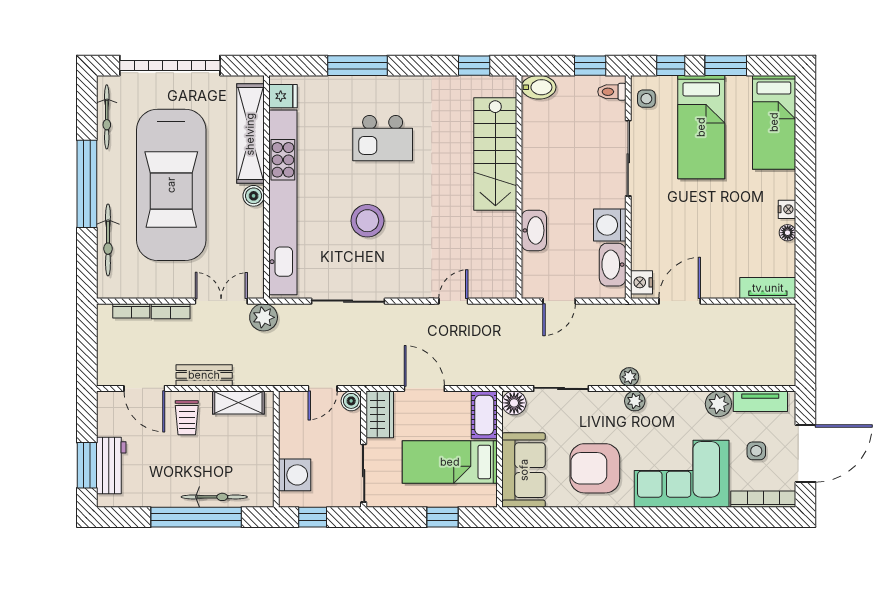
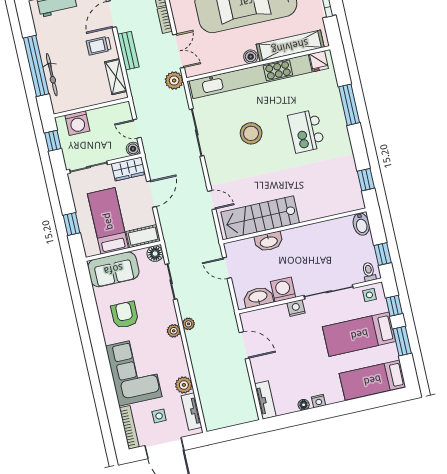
stairs: (495, 154) -> (260, 217), moved
nightstand: (641, 282) -> (296, 308), moved
armchair: (595, 468) -> (125, 315), width x0.73, depth x0.73

